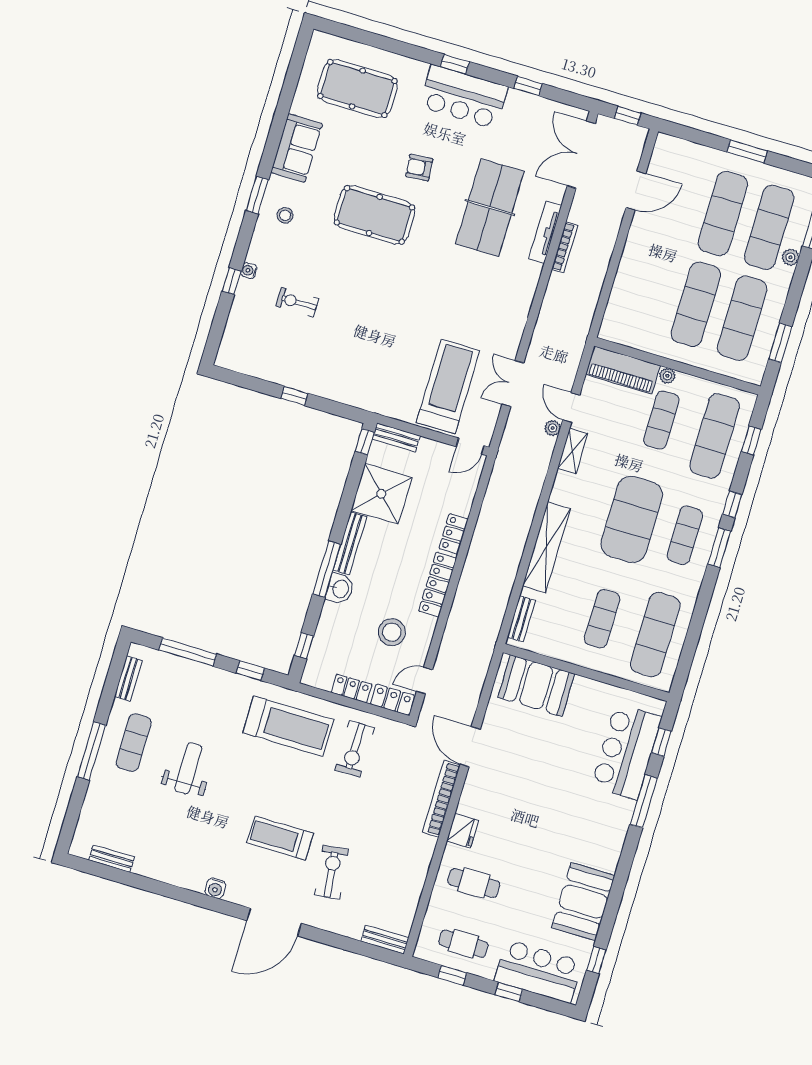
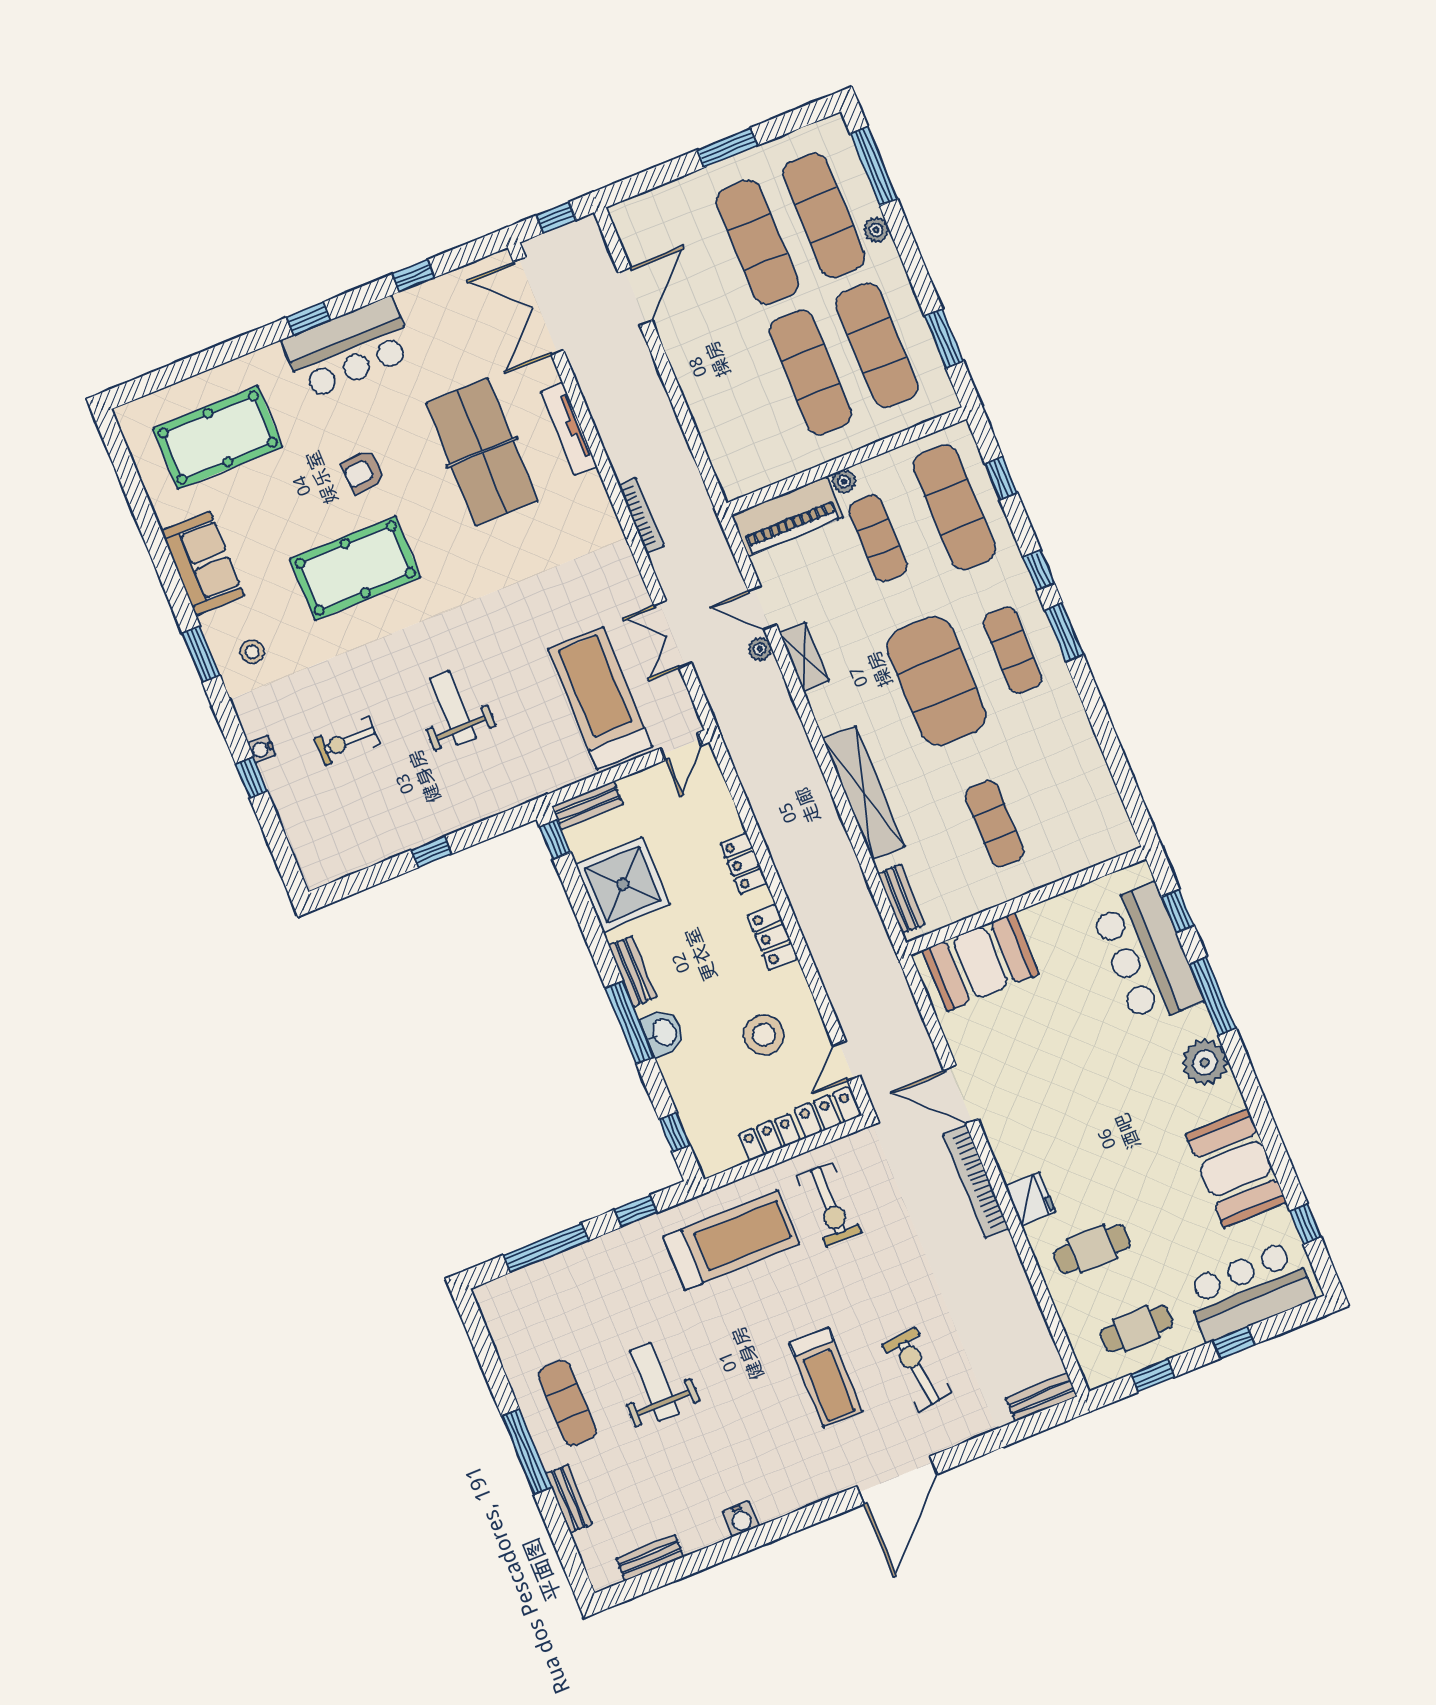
bookcase: (565, 247) -> (641, 515), moved
weight bench: (367, 329) -> (453, 708), added
bench: (350, 543) -> (633, 971), width x0.73
locker: (438, 585) -> (772, 937), width x0.66
exercise mat: (655, 635) -> (1071, 792), removed
bench: (128, 678) -> (569, 1499), moved
plant: (612, 833) -> (1205, 1063), added
treadmill: (280, 838) -> (826, 1377), turned -90
water cooler: (215, 888) -> (741, 1519), moved

